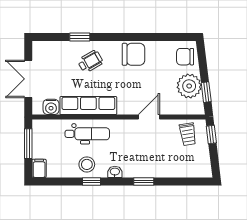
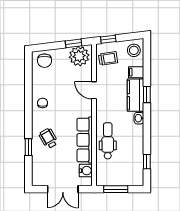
chair: (134, 54) -> (43, 103), width x0.54, depth x0.54
plant: (189, 86) -> (79, 56), moved
stool: (87, 164) -> (134, 50), moved
filing cabinet: (39, 168) -> (136, 72), moved
kitchen counter: (143, 168) -> (135, 95), added
window: (91, 182) -> (147, 162), moved

